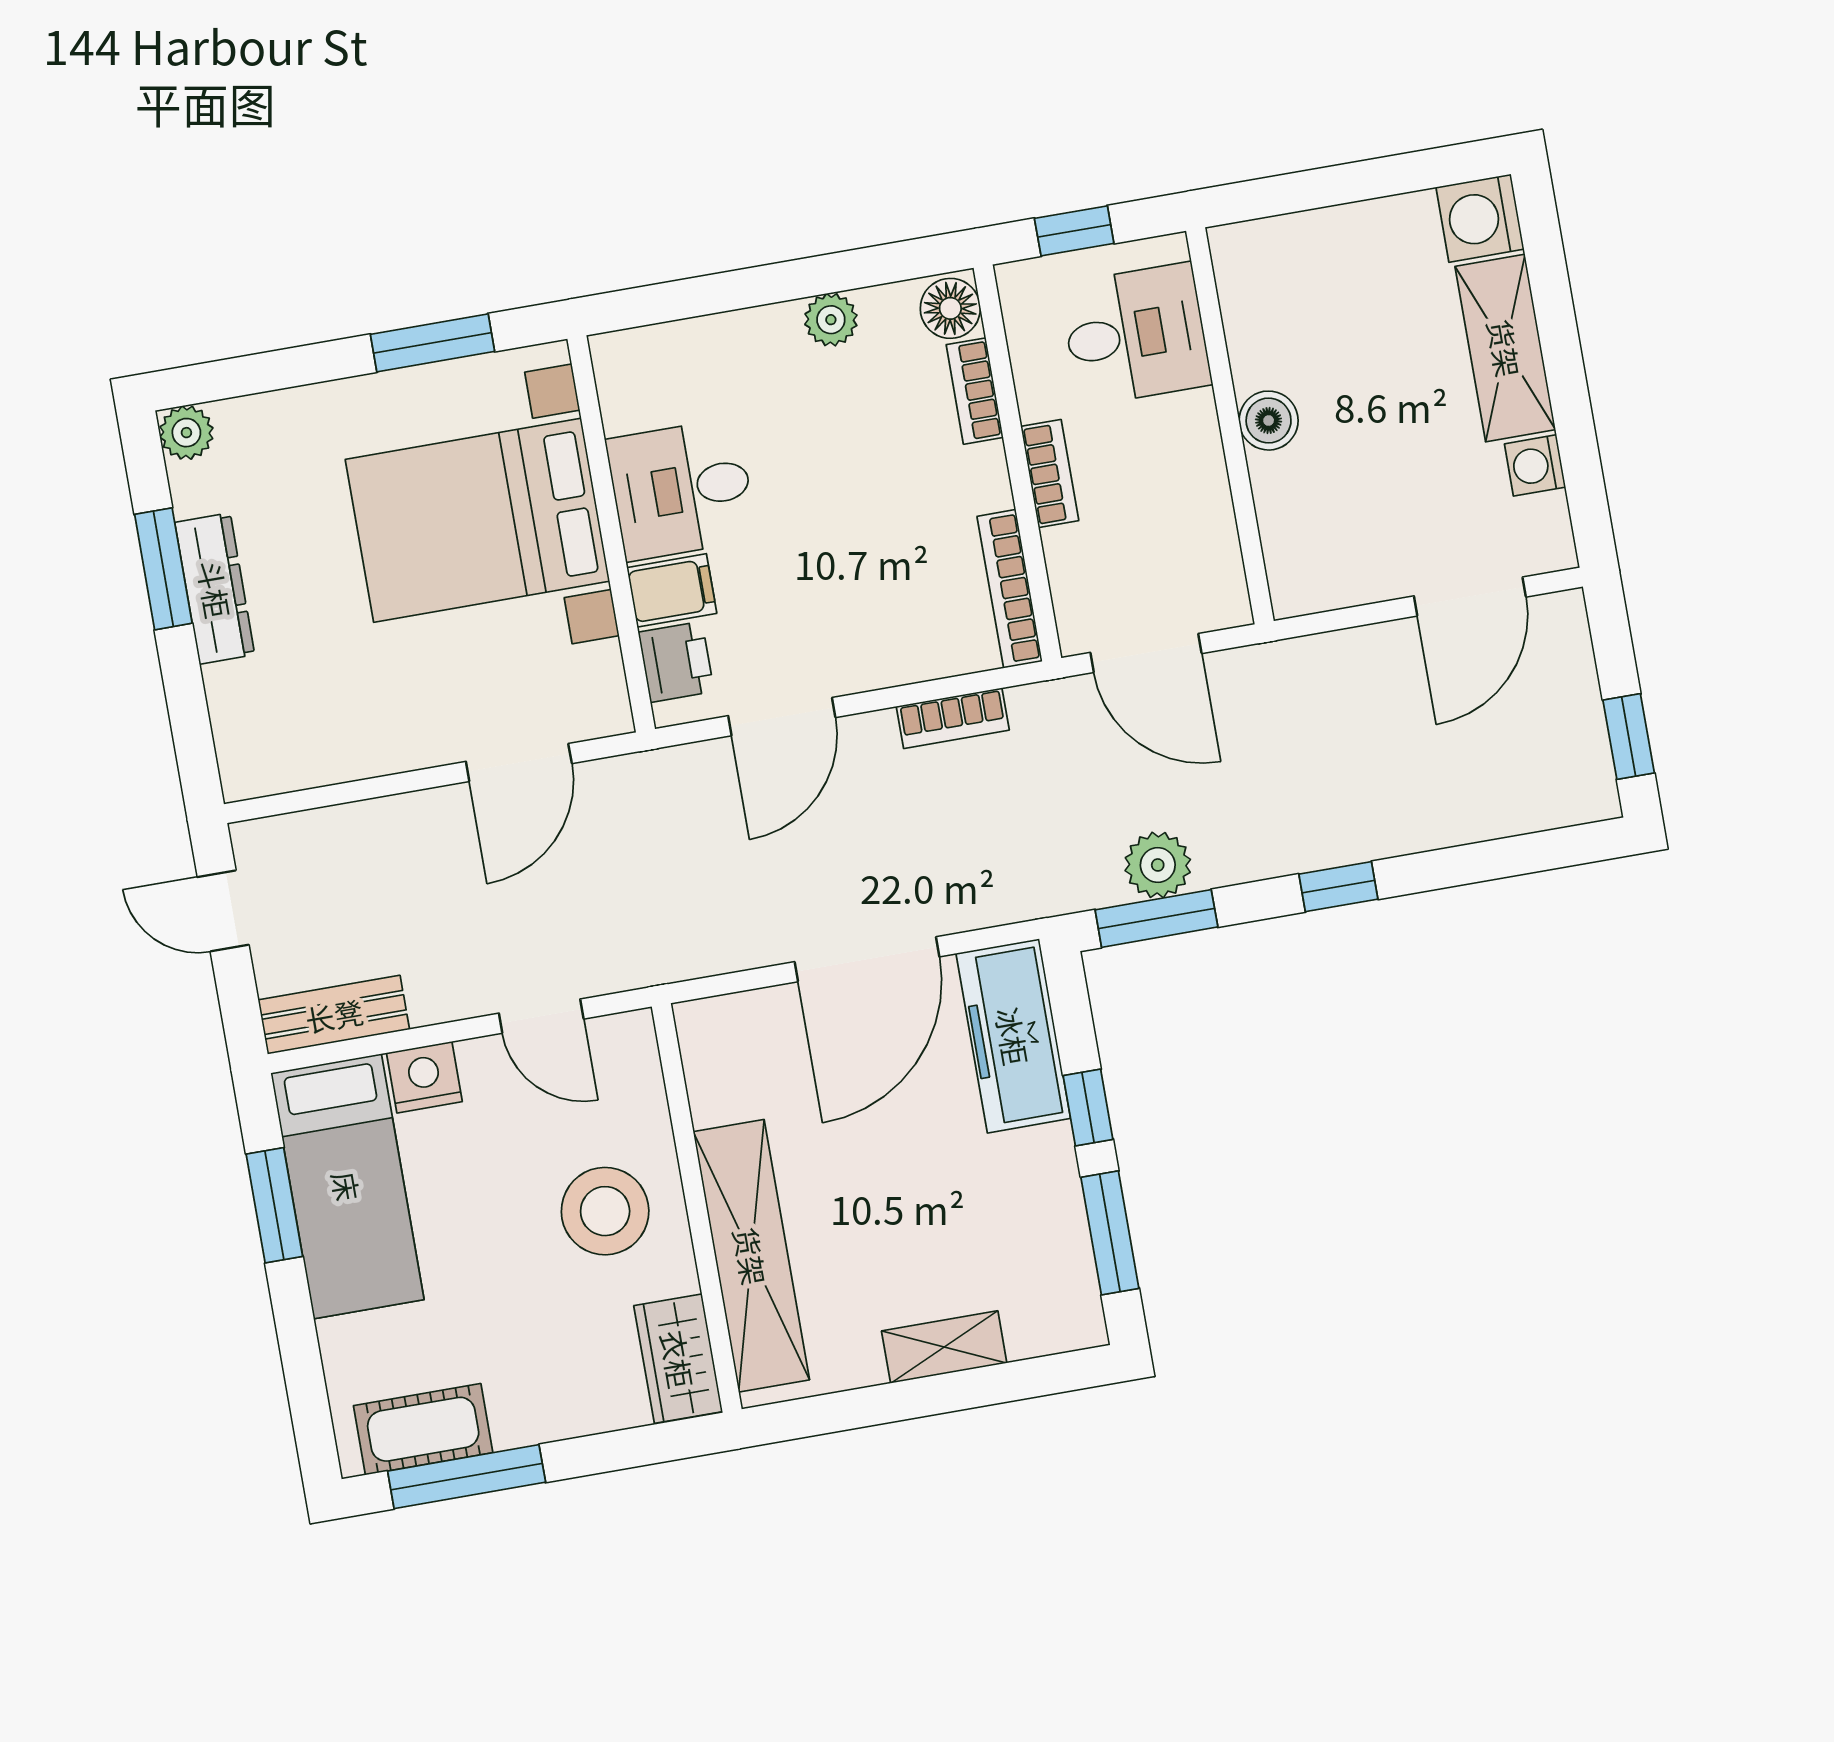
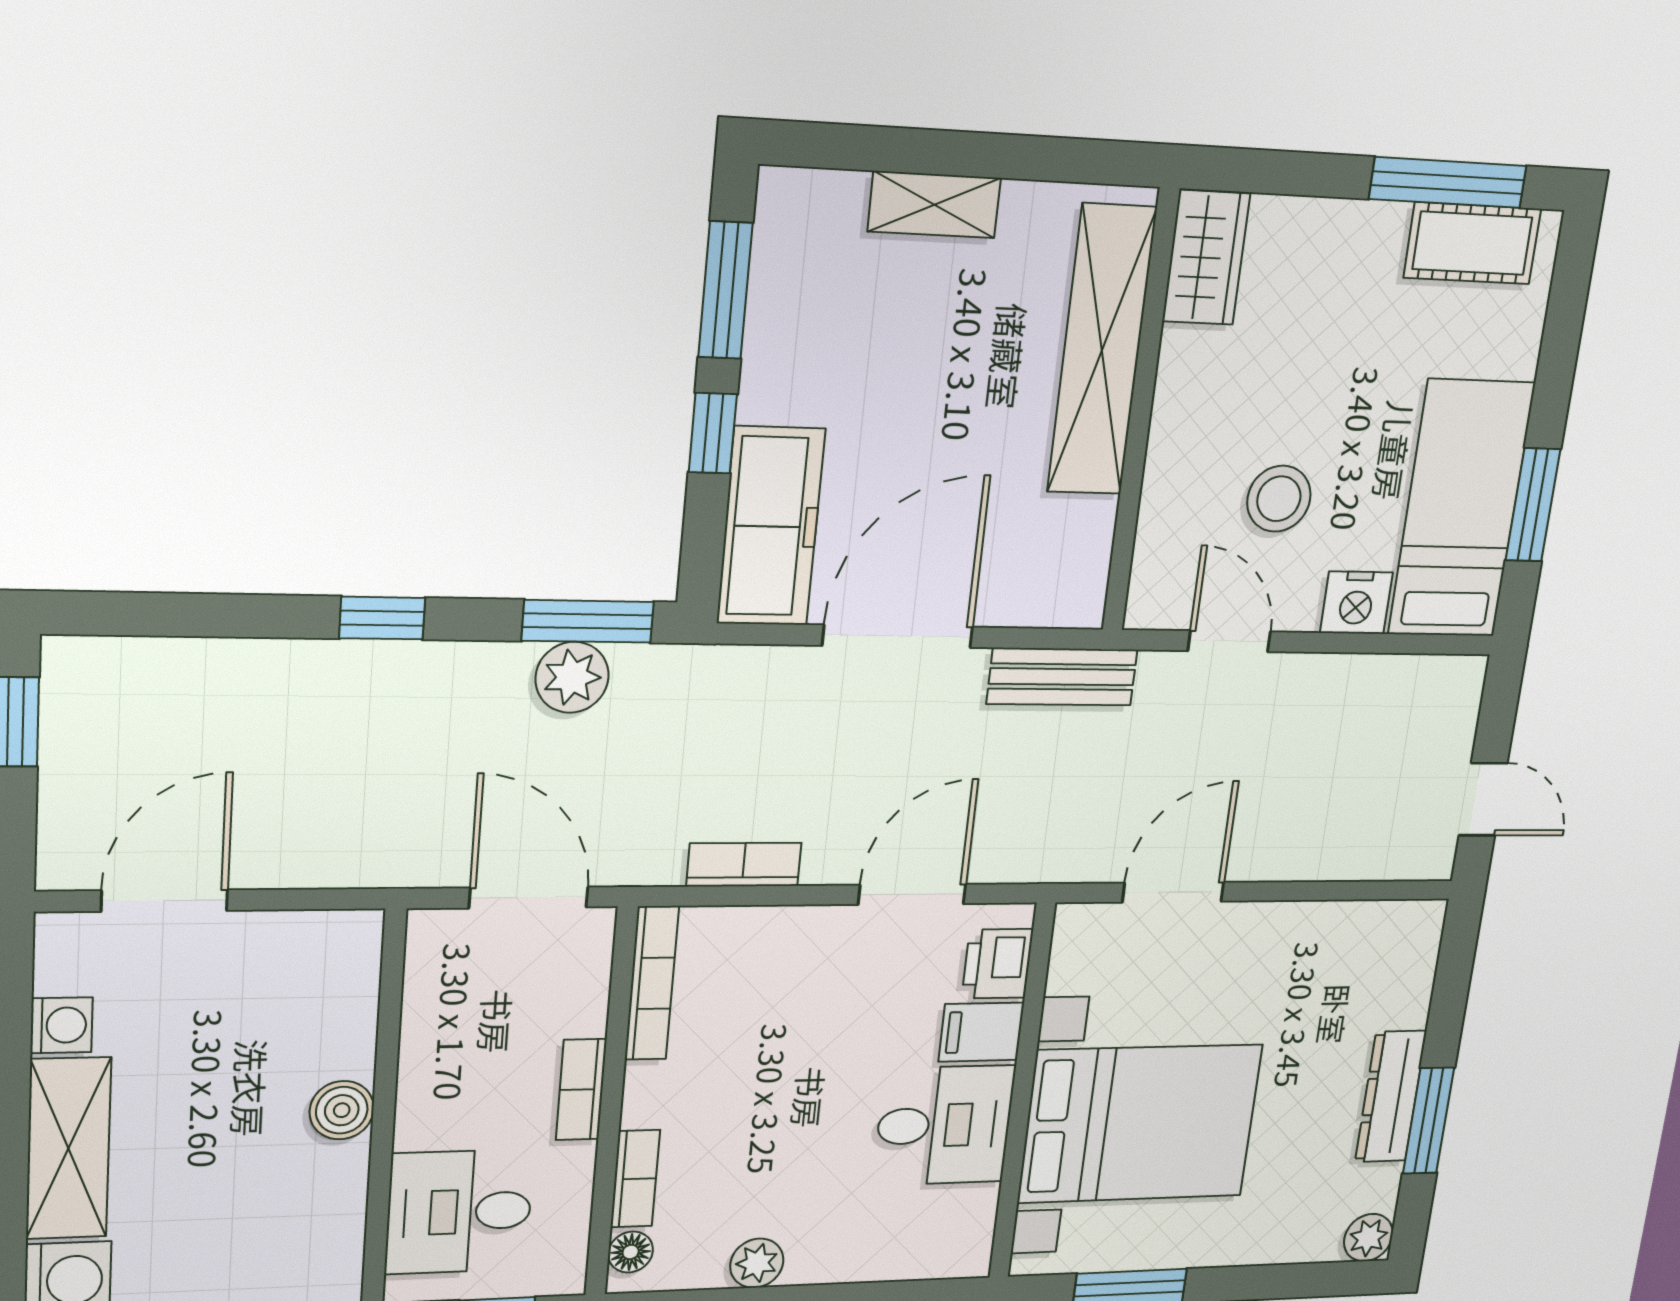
floor lamp: (950, 308) -> (631, 1252), width x0.73, depth x0.73
bench: (334, 1015) -> (1062, 677), moved
stool: (605, 1211) -> (1279, 499), moved, width x0.73, depth x0.73

